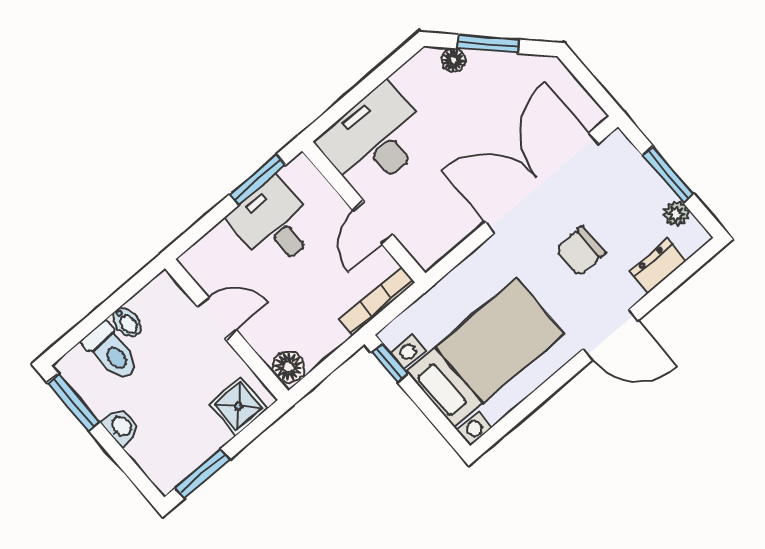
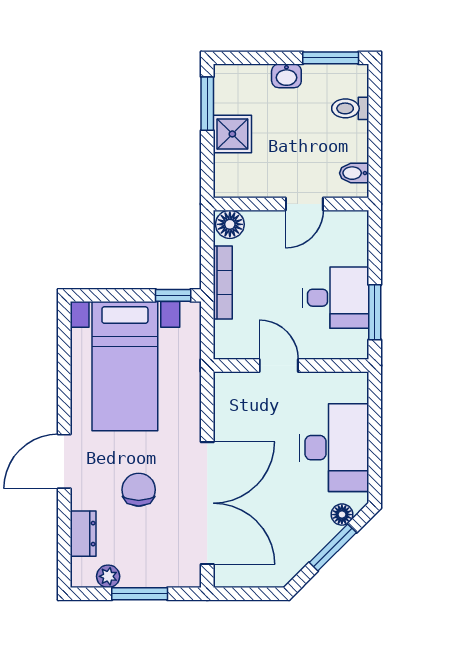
desk: (375, 139) -> (334, 448), moved
bookcase: (377, 301) -> (223, 283), moved
bidet: (127, 322) -> (354, 173), moved
toilet: (111, 352) -> (350, 108), width x0.73, depth x0.72
shower: (238, 406) -> (232, 134), moved

